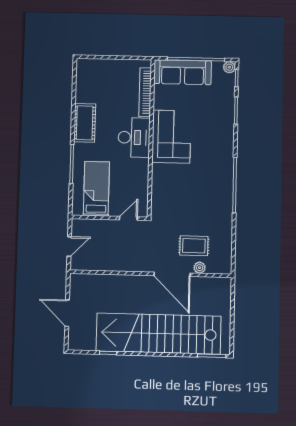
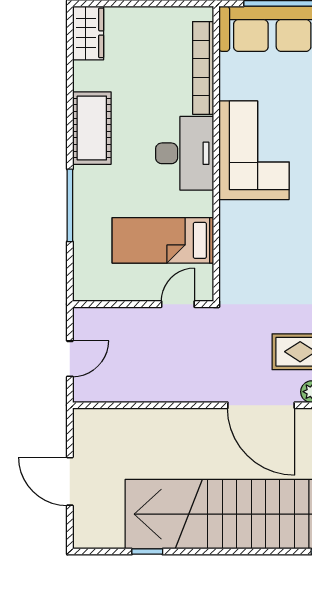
wardrobe: (84, 72) -> (88, 33), added
bed: (96, 189) -> (163, 240), moved, turned -90

